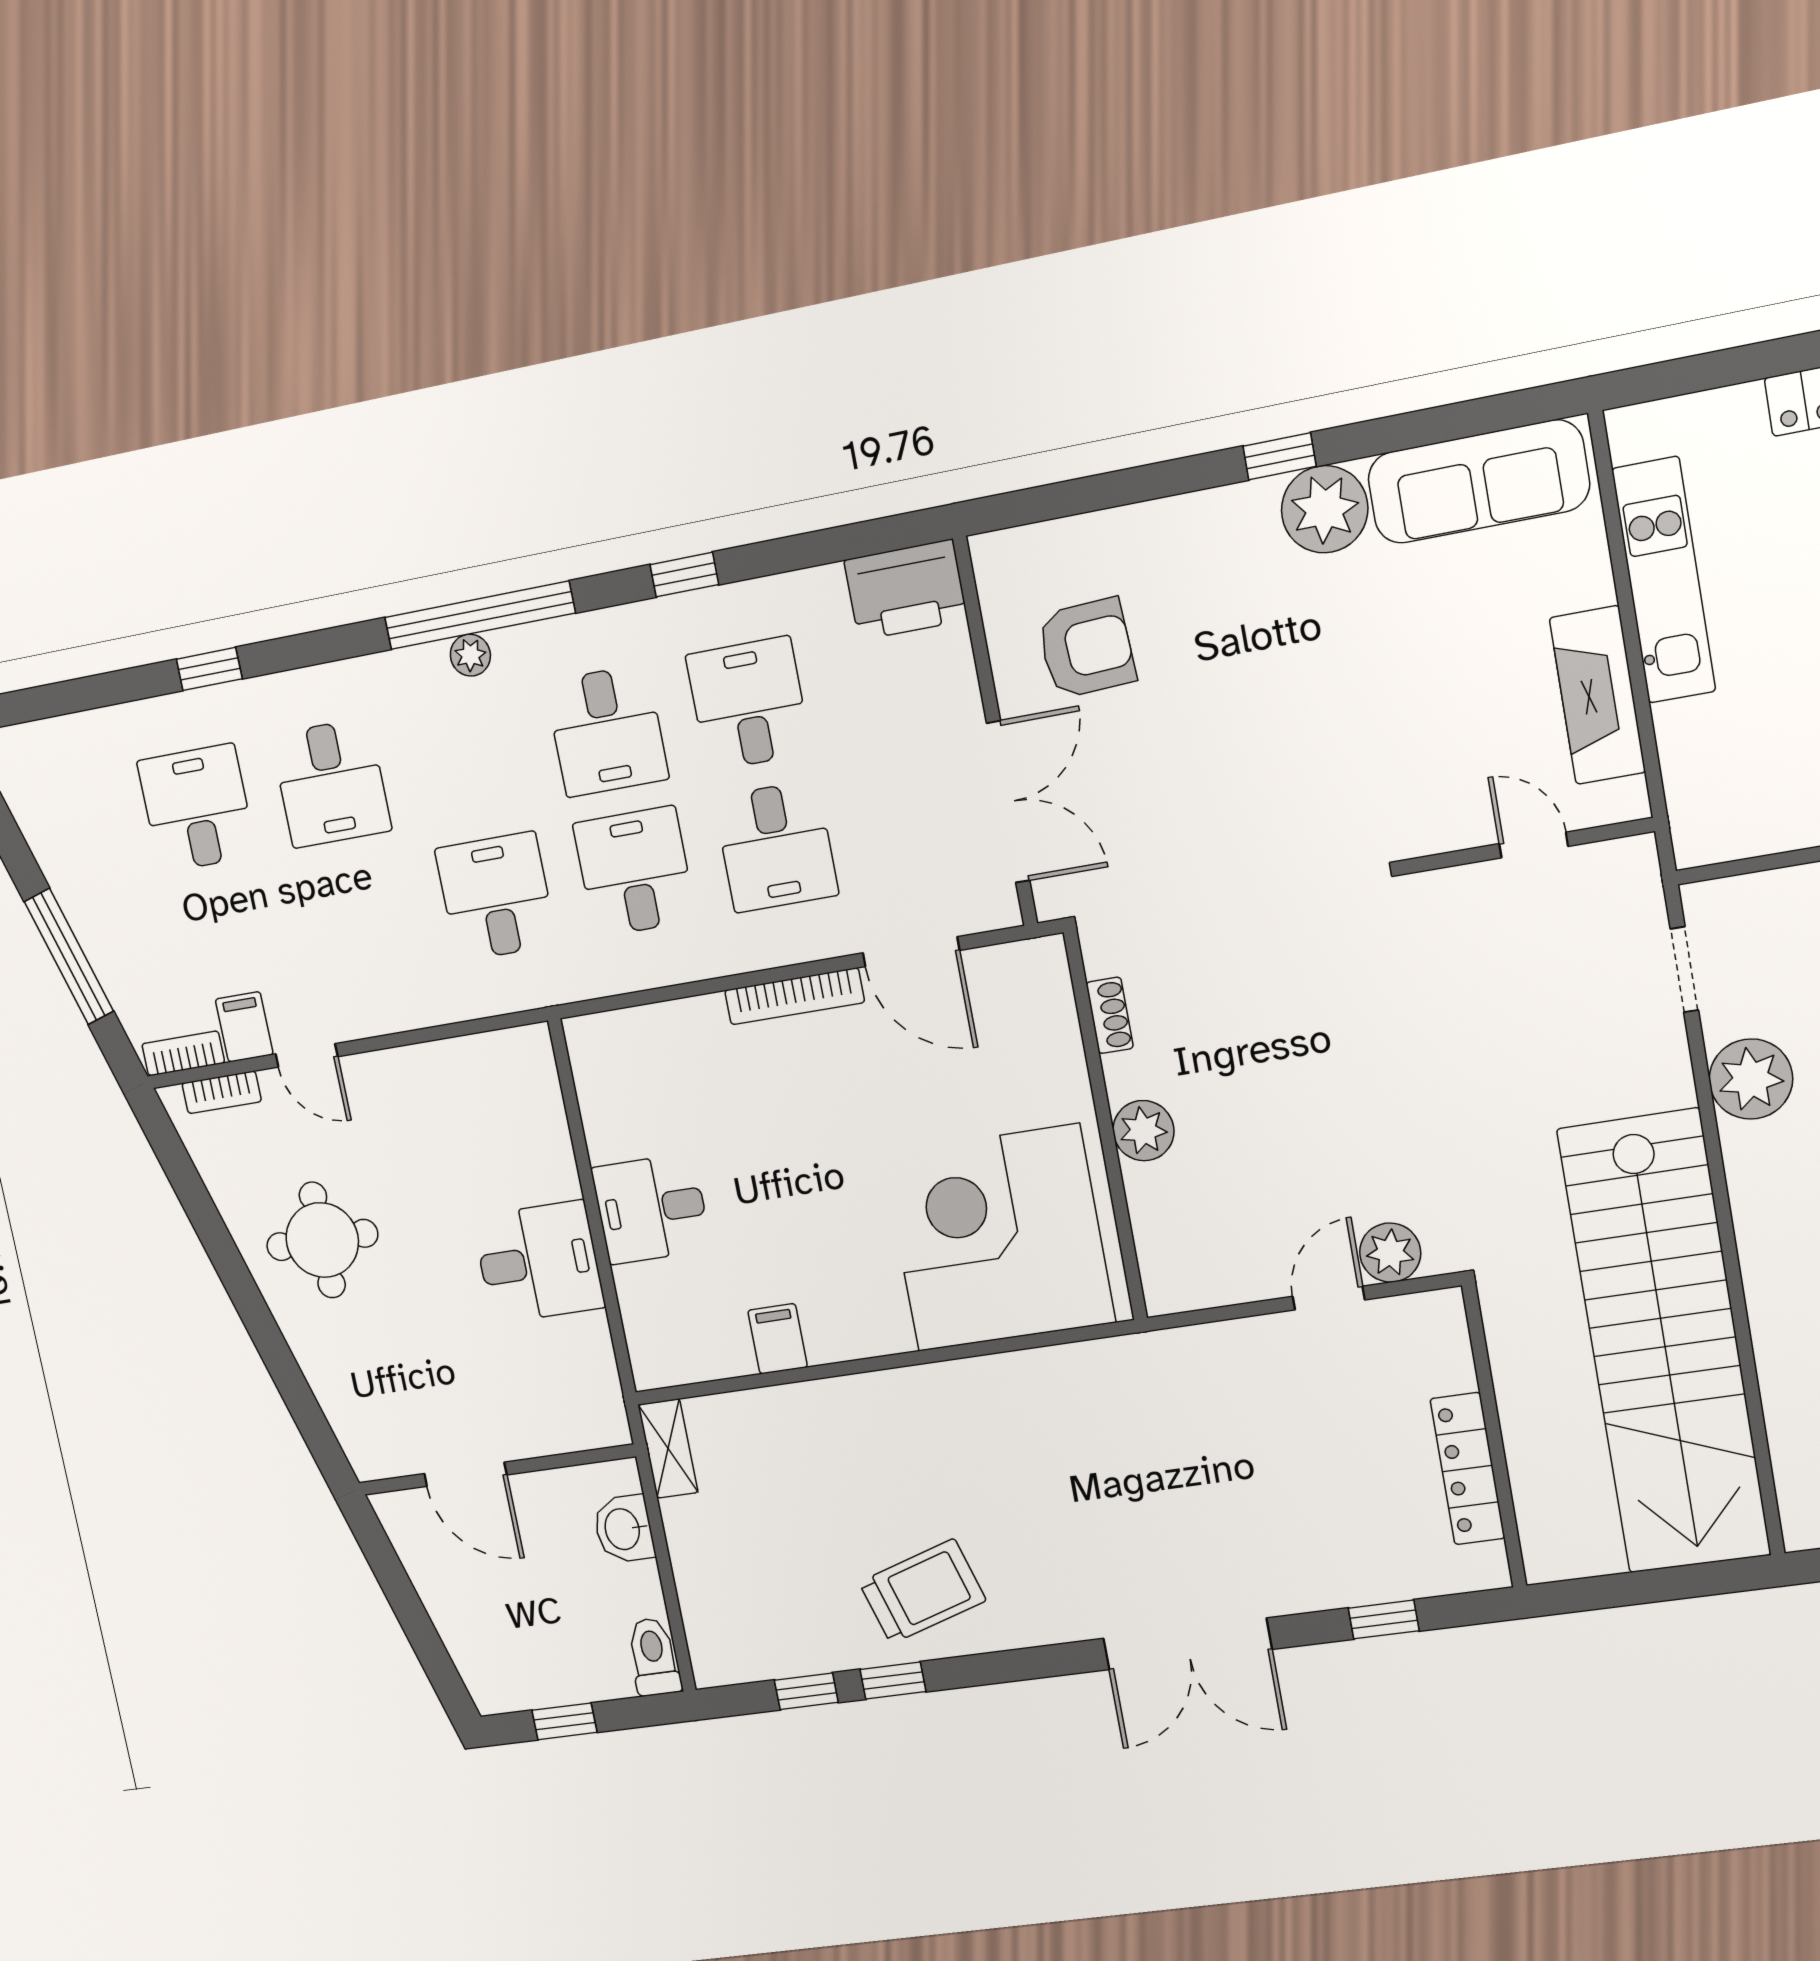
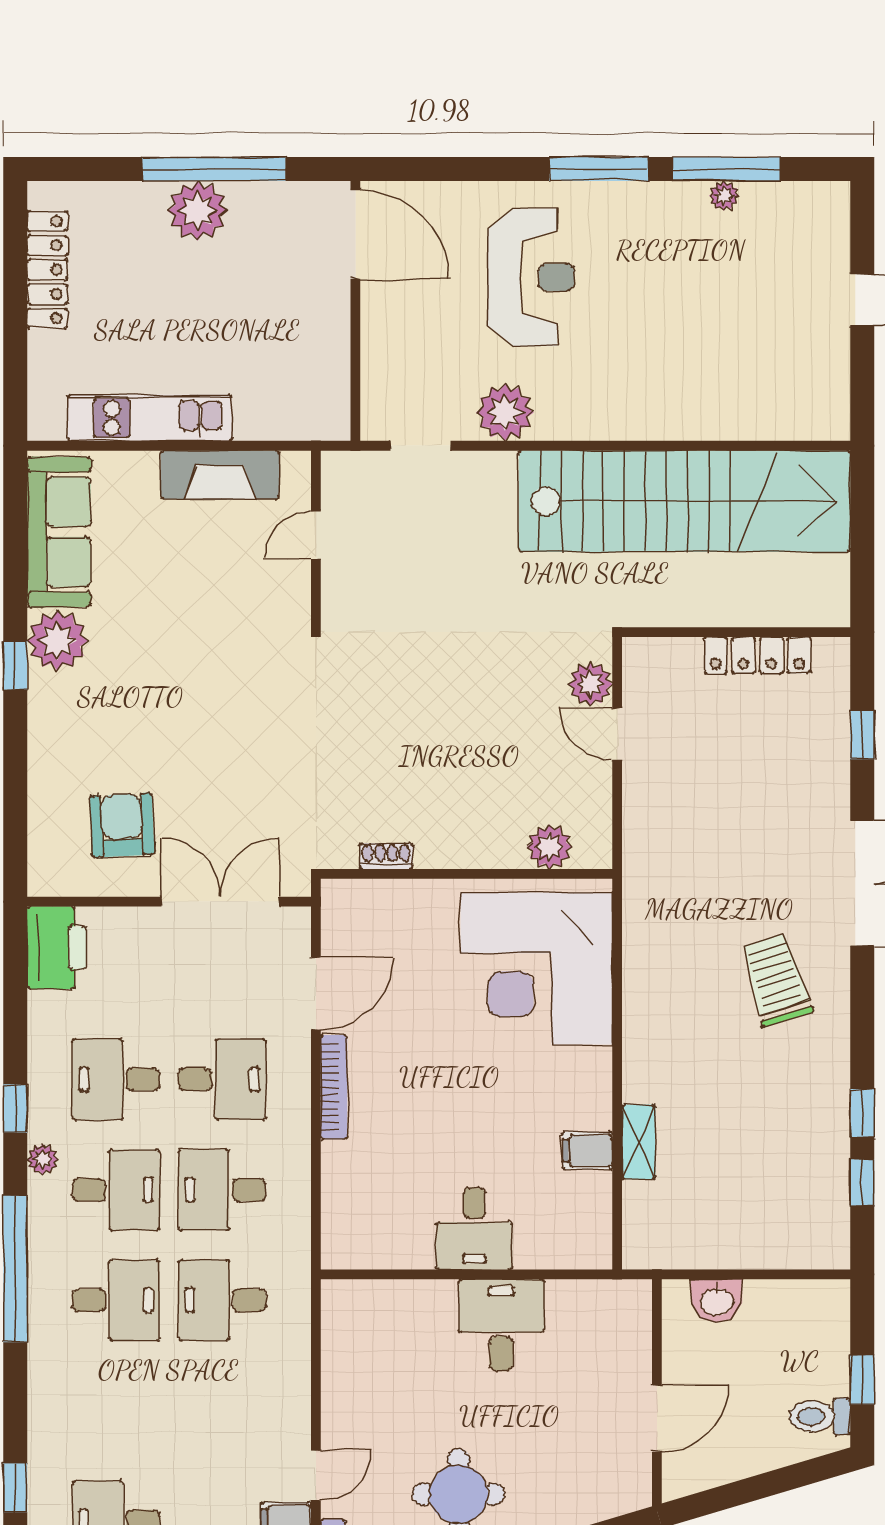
plant: (470, 655) -> (43, 1159), moved
desk: (331, 783) -> (116, 1300), moved
plant: (1143, 1131) -> (549, 847), moved
shelving: (668, 1449) -> (639, 1142), moved, turned 90
trolley: (922, 1591) -> (776, 980), moved
toilet: (654, 1657) -> (820, 1416), moved

